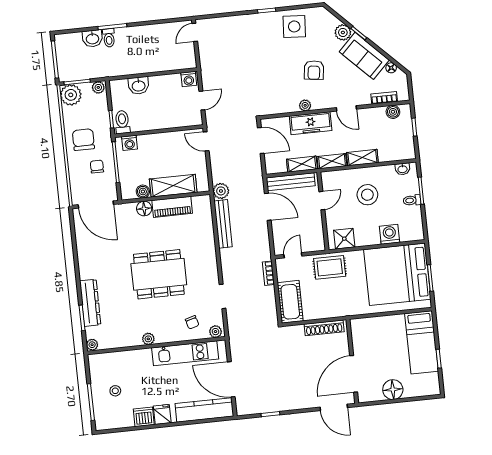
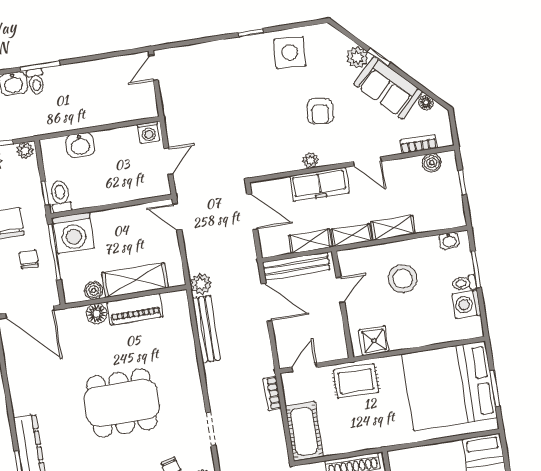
washing machine: (130, 143) -> (73, 233), width x1.89, depth x1.89
washing machine: (390, 234) -> (467, 304), moved, turned -90

